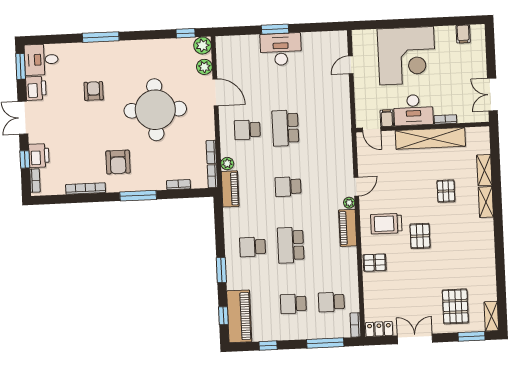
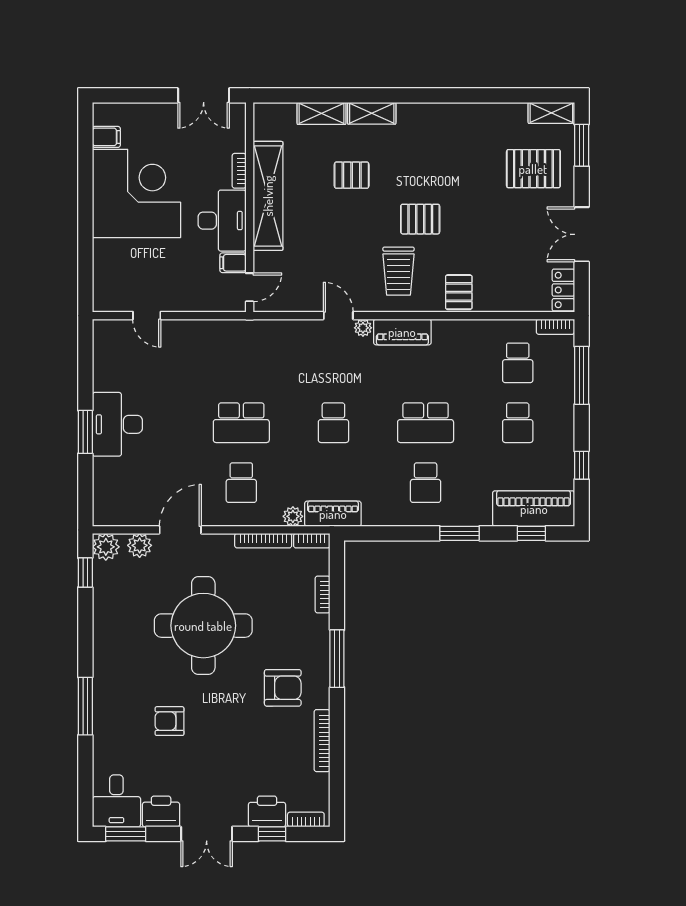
corner desk: (407, 56) -> (136, 193), moved
bookcase: (211, 152) -> (263, 541), width x1.56

